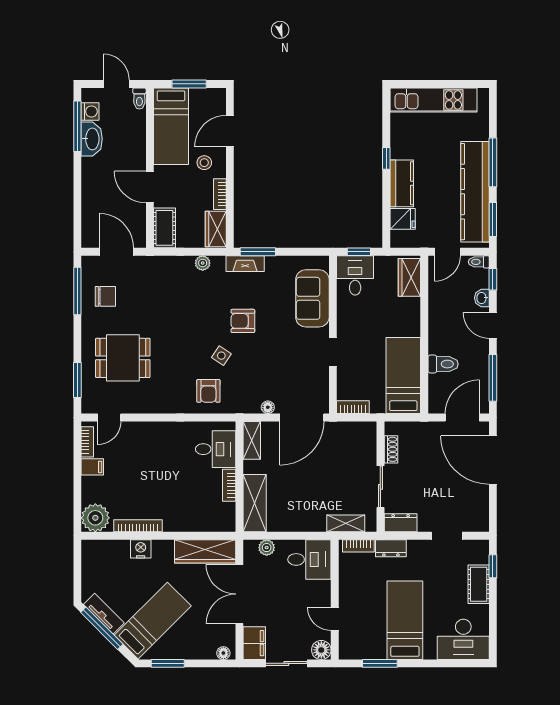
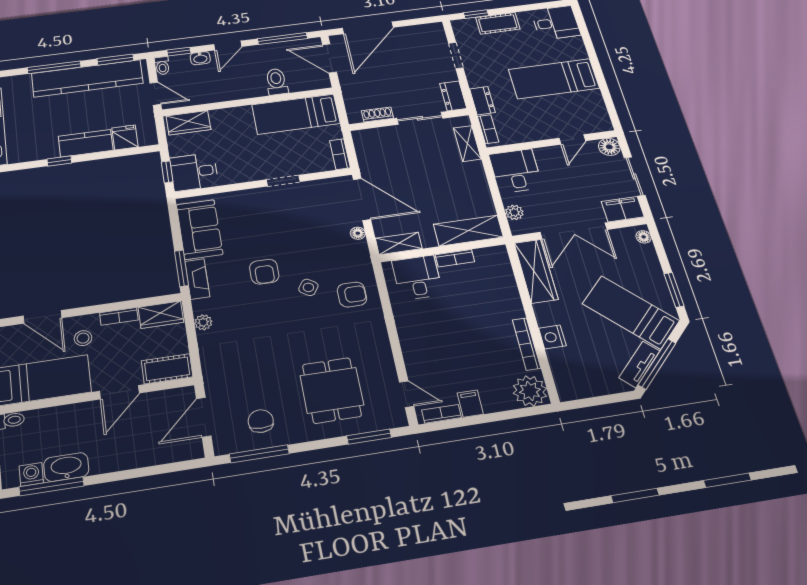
sofa: (312, 298) -> (199, 229), moved, turned -90
desk: (463, 639) -> (556, 23), width x0.73
window: (380, 663) -> (606, 94), removed

